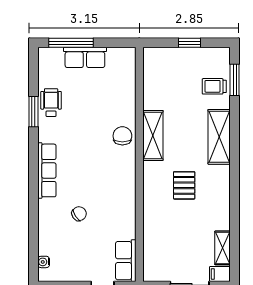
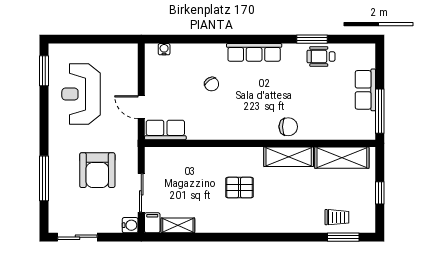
window: (71, 43) -> (380, 111), moved
trolley: (214, 86) -> (337, 217), turned 90
wheelchair: (51, 103) -> (321, 56), turned 180
shelving: (219, 137) -> (342, 158), moved

